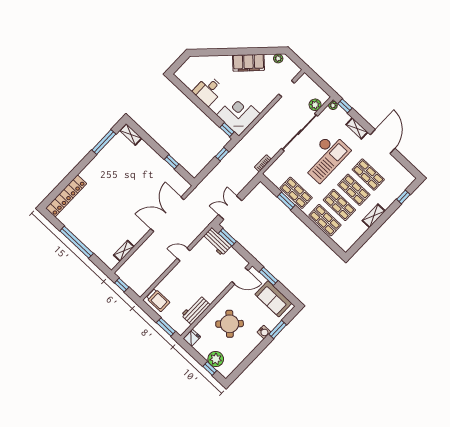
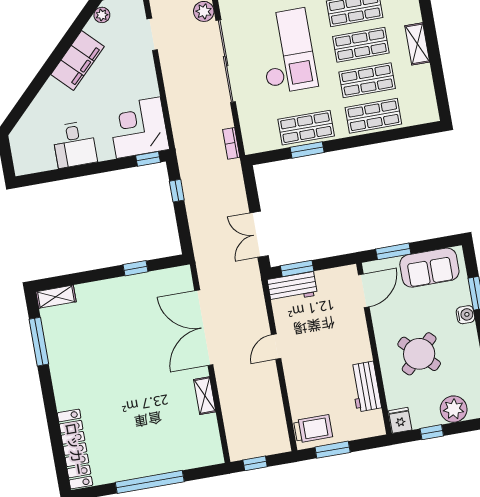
shelving: (124, 251) -> (205, 396), moved
window: (166, 327) -> (333, 450), moved
window: (210, 369) -> (432, 432), moved

